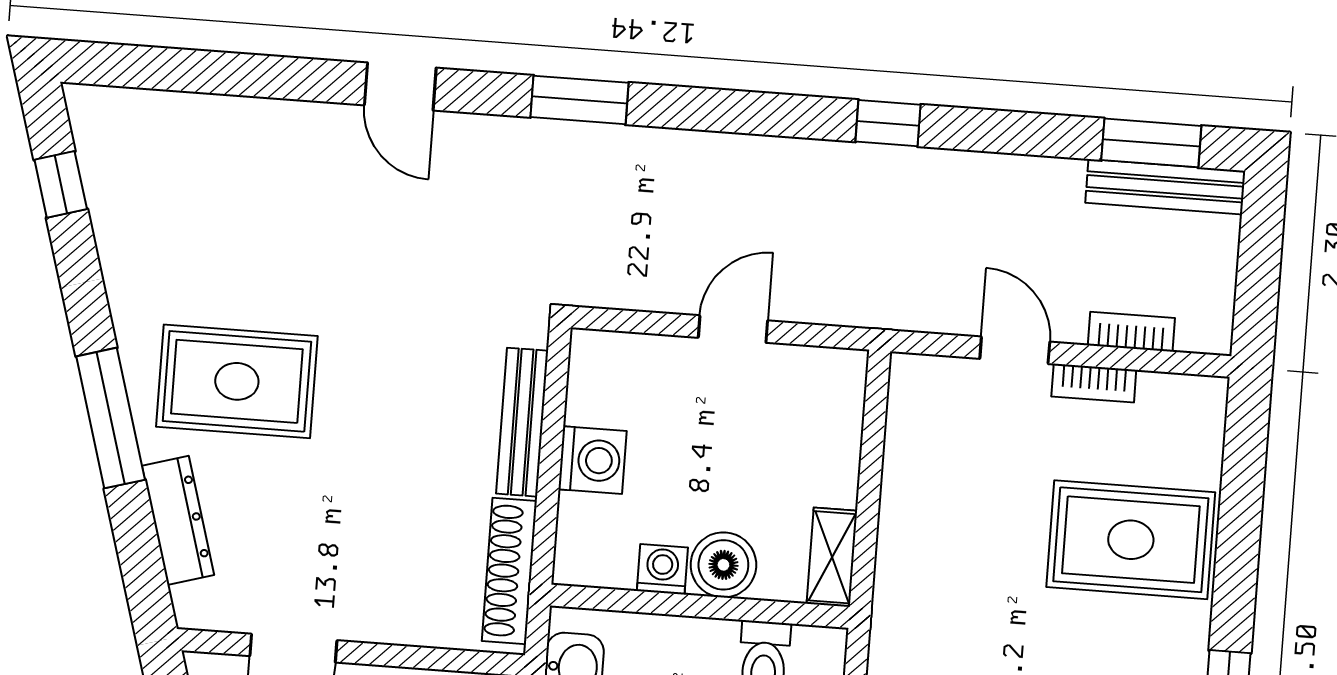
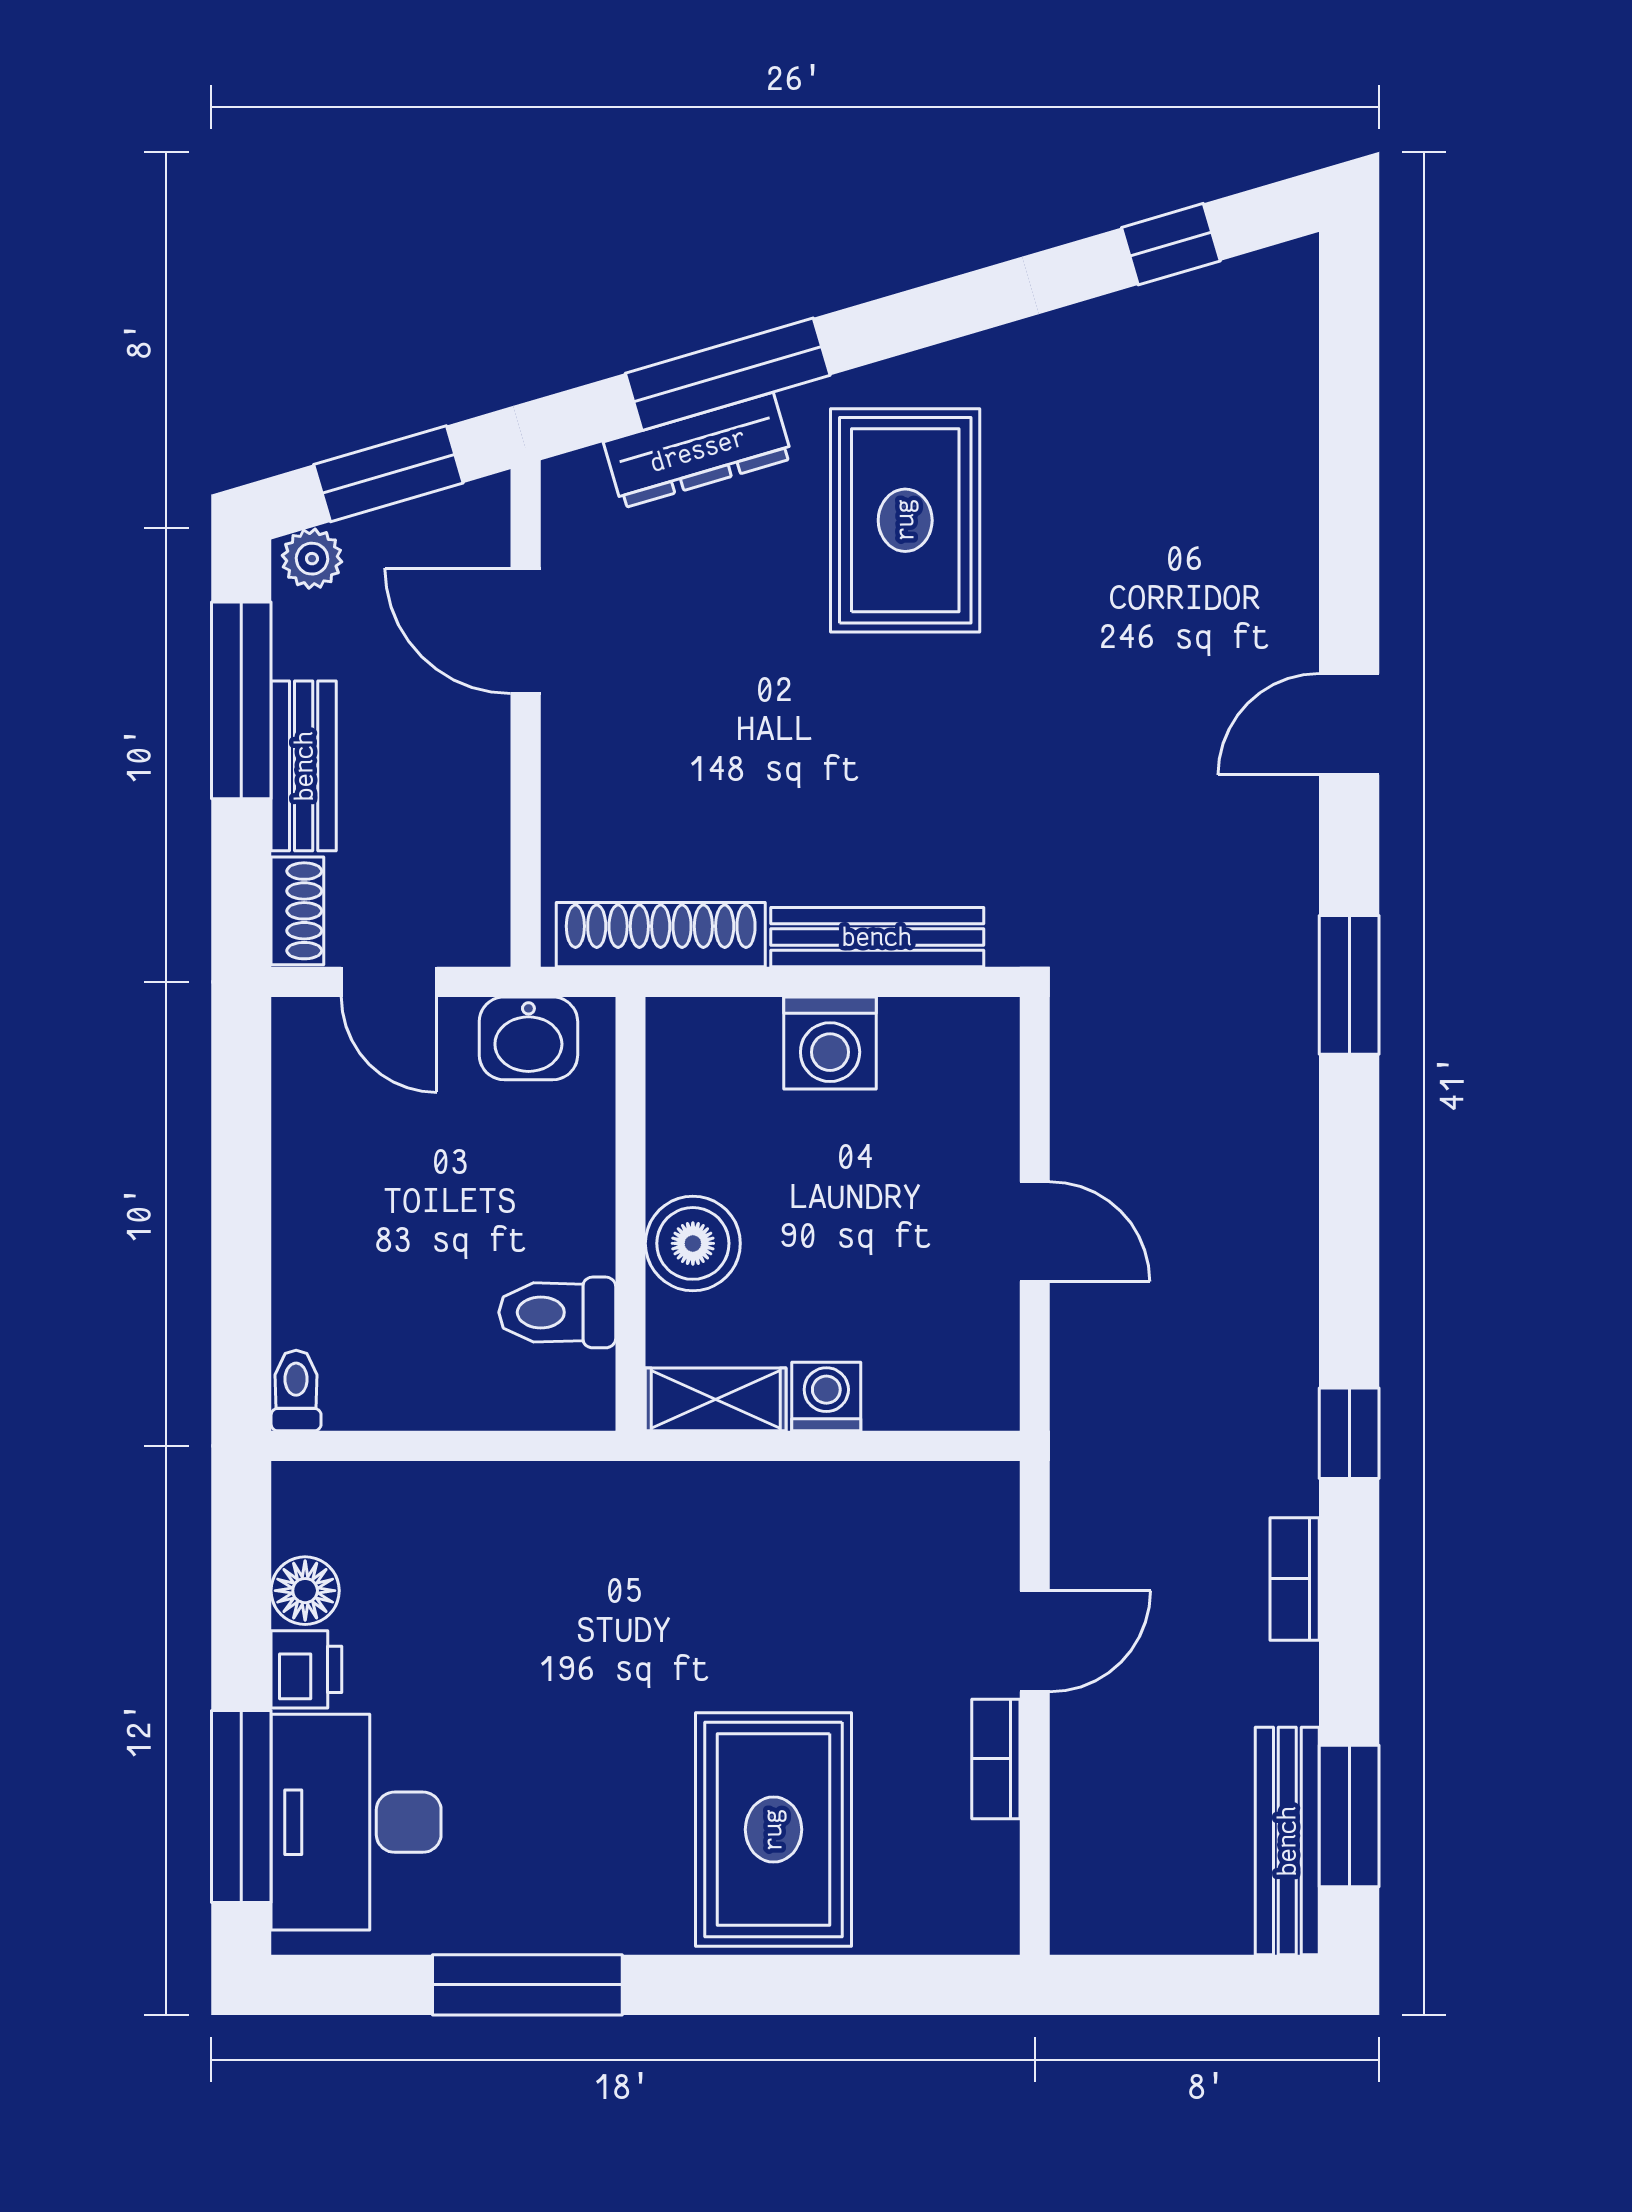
bookcase: (1131, 332) -> (1295, 1579), moved, turned 180
window: (111, 418) -> (728, 374), moved
washing machine: (662, 569) -> (826, 1397), moved, turned -90

